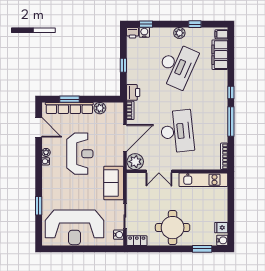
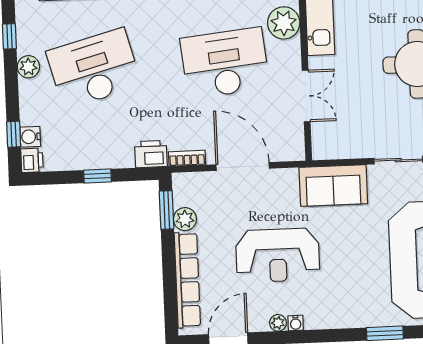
desk: (177, 66) -> (94, 69), turned -39
window: (69, 99) -> (167, 210), moved
reception desk: (80, 154) -> (278, 255), turned 180
plant: (135, 162) -> (284, 23), moved

